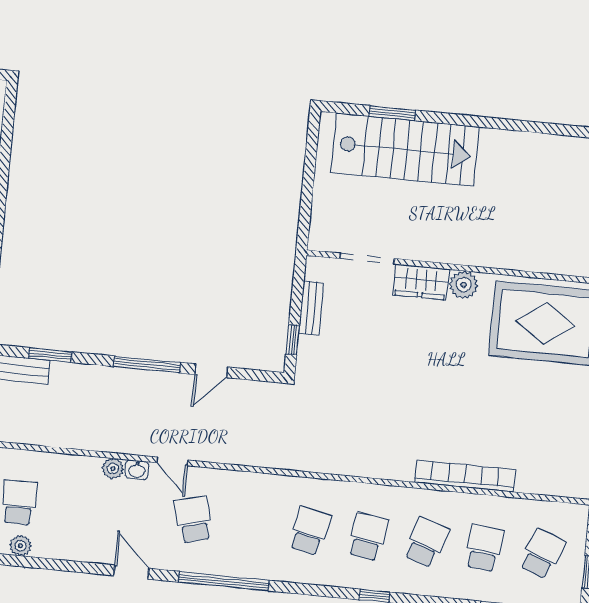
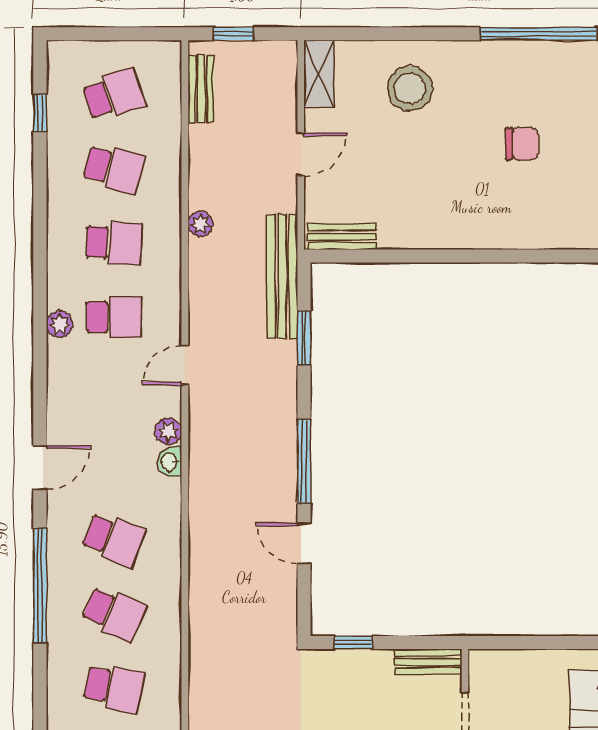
bench: (311, 308) -> (428, 662), moved
door: (172, 461) -> (185, 365), moved
school desk: (193, 520) -> (114, 539), turned 36
school desk: (252, 525) -> (114, 614), added

